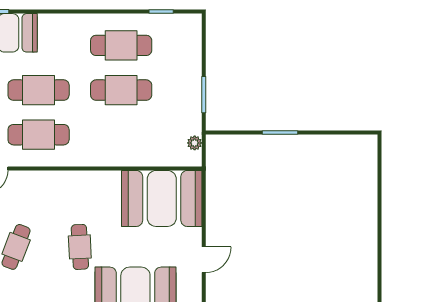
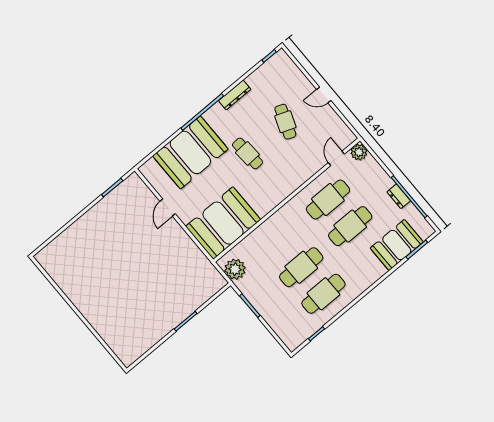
plant: (195, 143) -> (235, 269), width x1.87, depth x1.87

